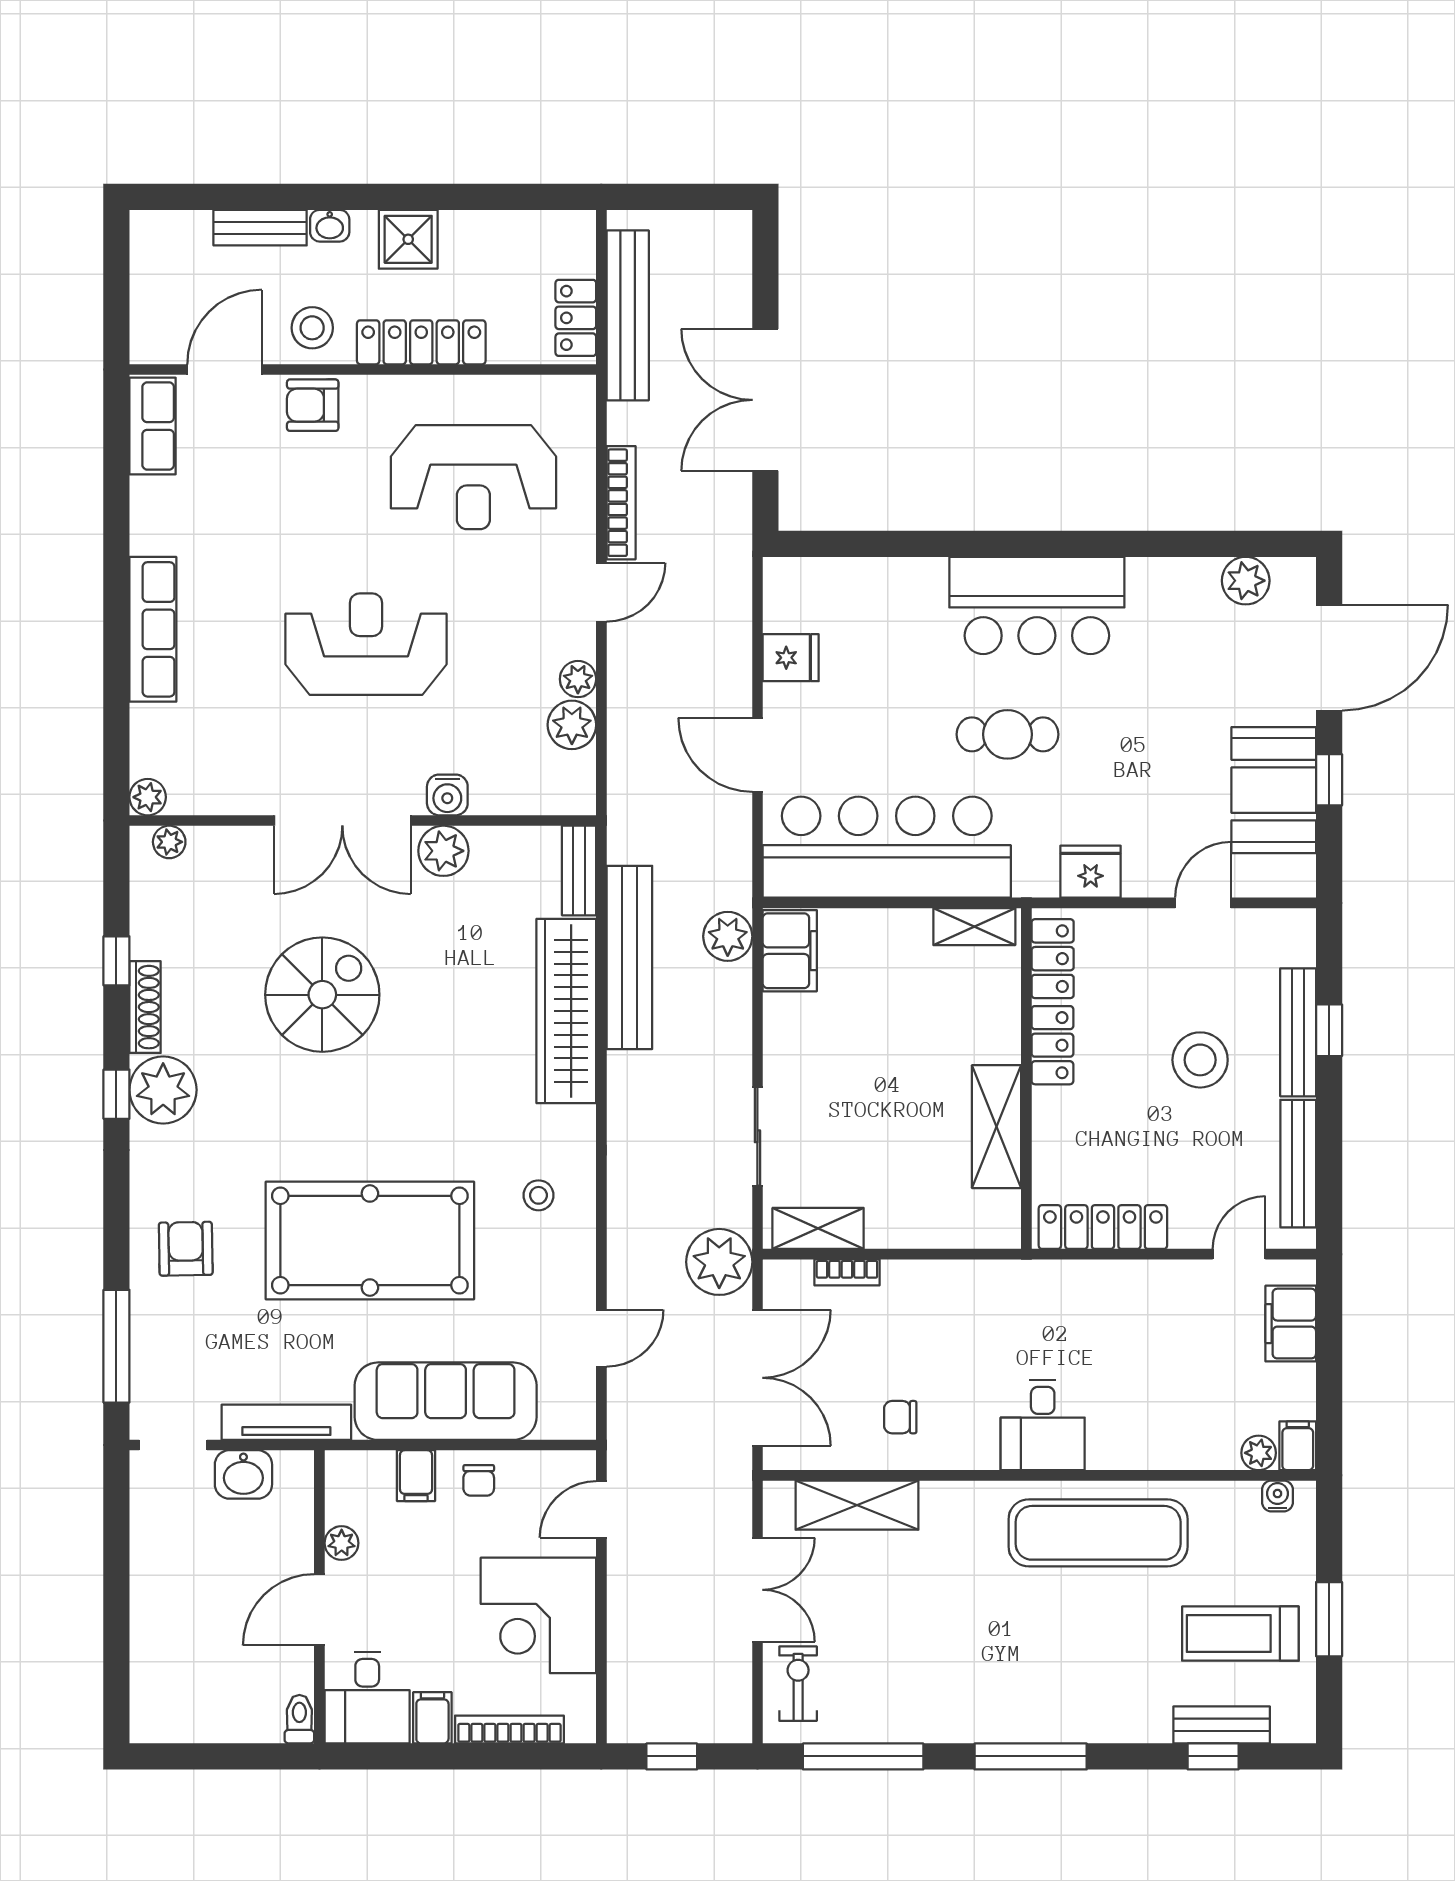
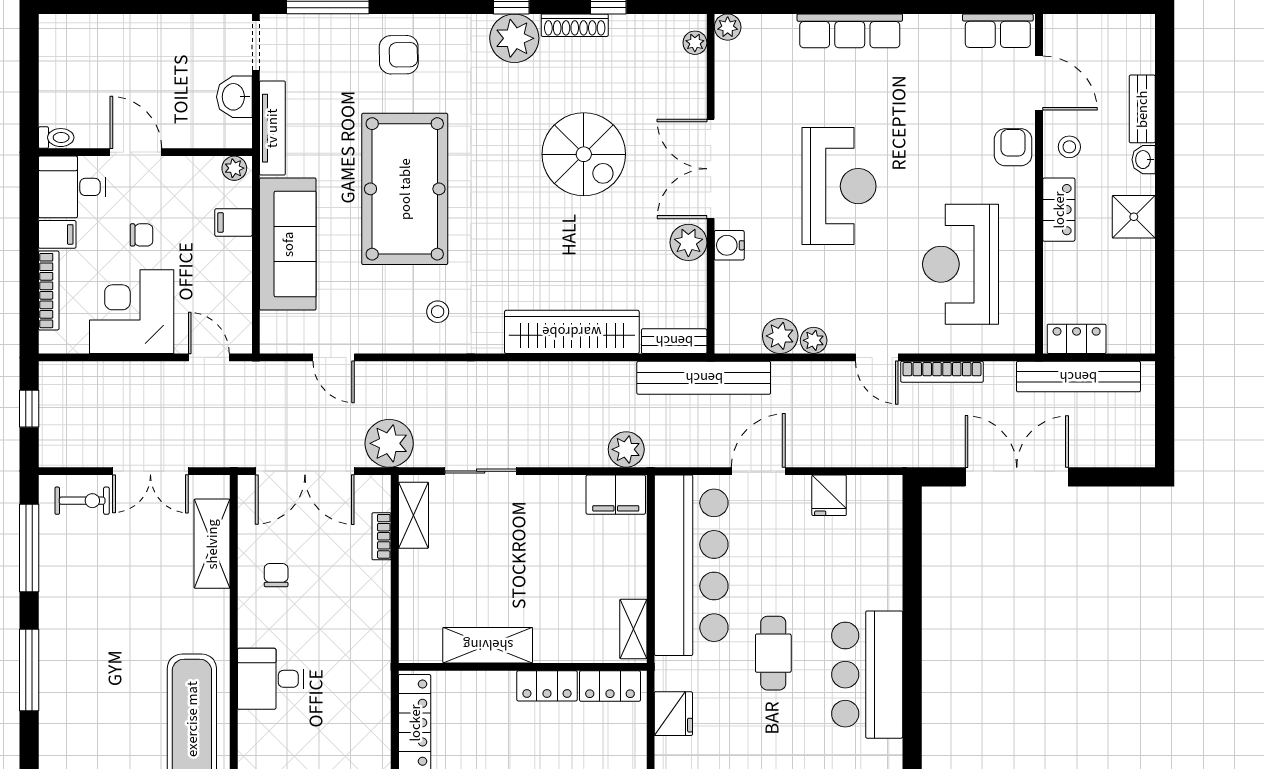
stool: (312, 328) -> (1069, 147), width x0.73, depth x0.73
locker: (421, 342) -> (1059, 210), width x0.66
bench: (629, 957) -> (704, 378), moved
chair: (479, 1480) -> (141, 235), moved, turned 180
plant: (342, 1543) -> (234, 168), moved

